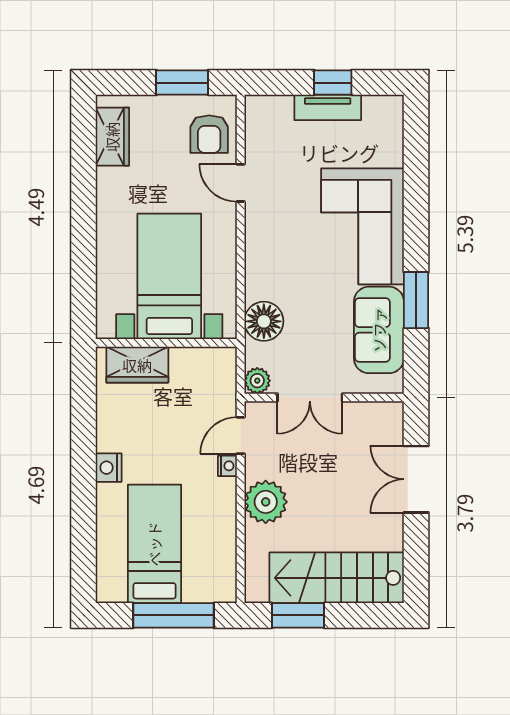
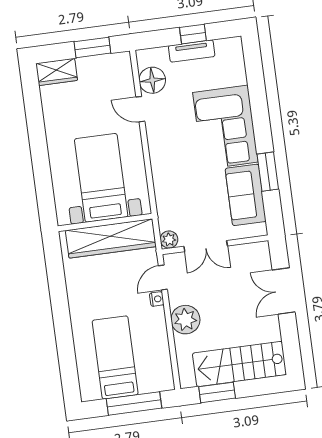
armchair: (209, 134) -> (115, 79), removed
wardrobe: (112, 137) -> (57, 72), moved, turned 90
floor lamp: (264, 321) -> (152, 80), moved
wardrobe: (137, 365) -> (111, 238), width x2.10, depth x1.17
nightstand: (109, 468) -> (78, 311), removed

